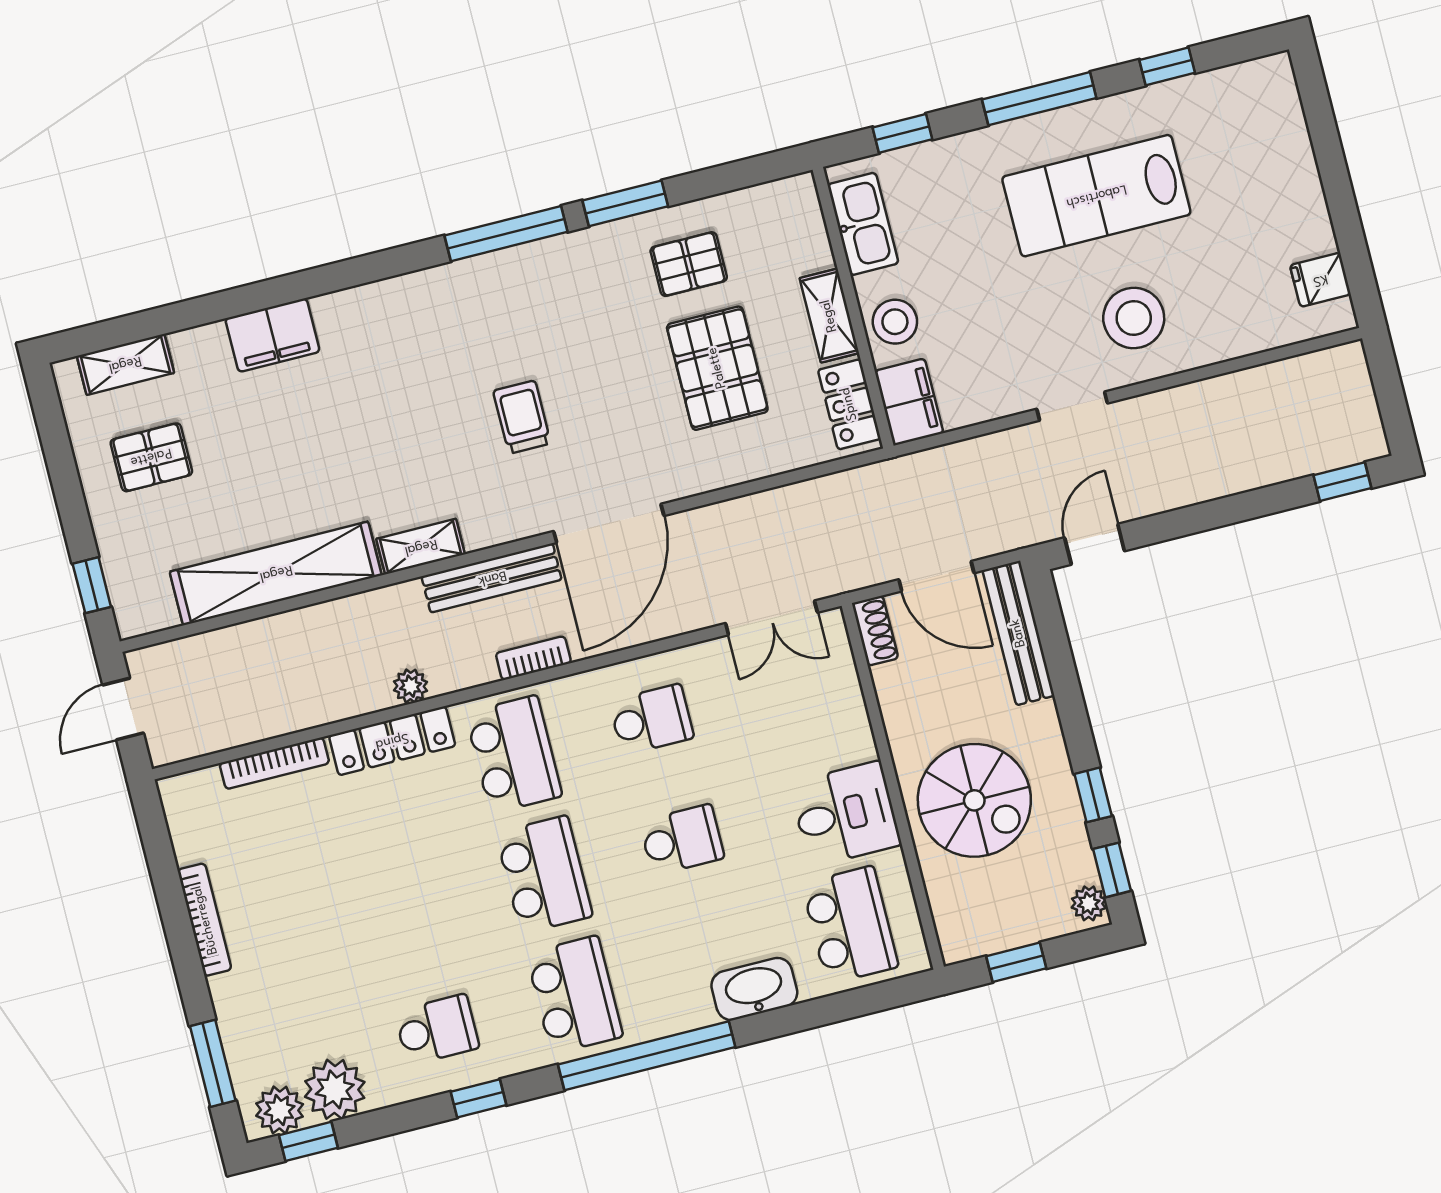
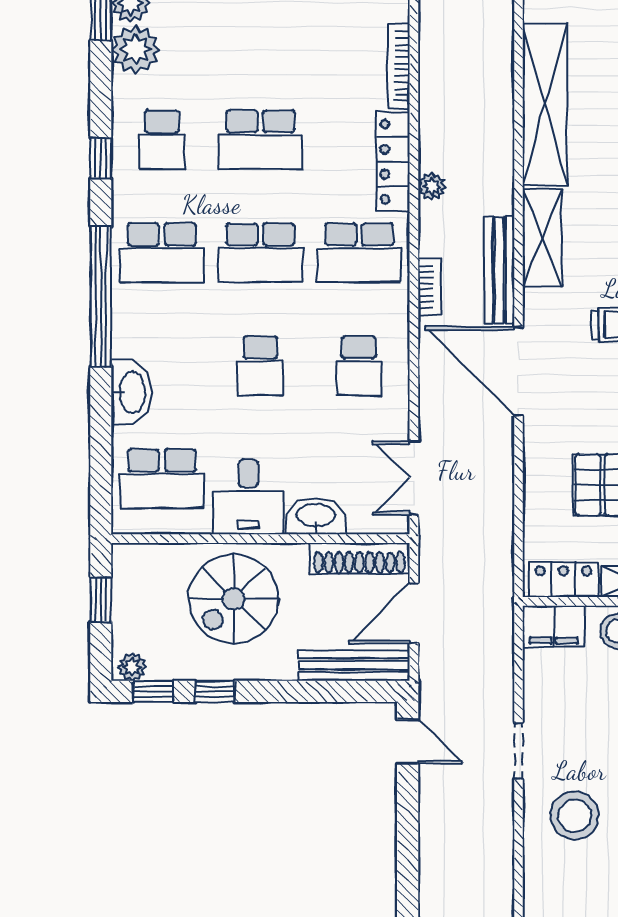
shelving: (421, 547) -> (542, 238), width x1.50, depth x1.33
shoe rack: (875, 631) -> (359, 558), width x1.94, depth x1.24
washbasin: (848, 726) -> (316, 516), added
school desk: (406, 909) -> (260, 140), added

